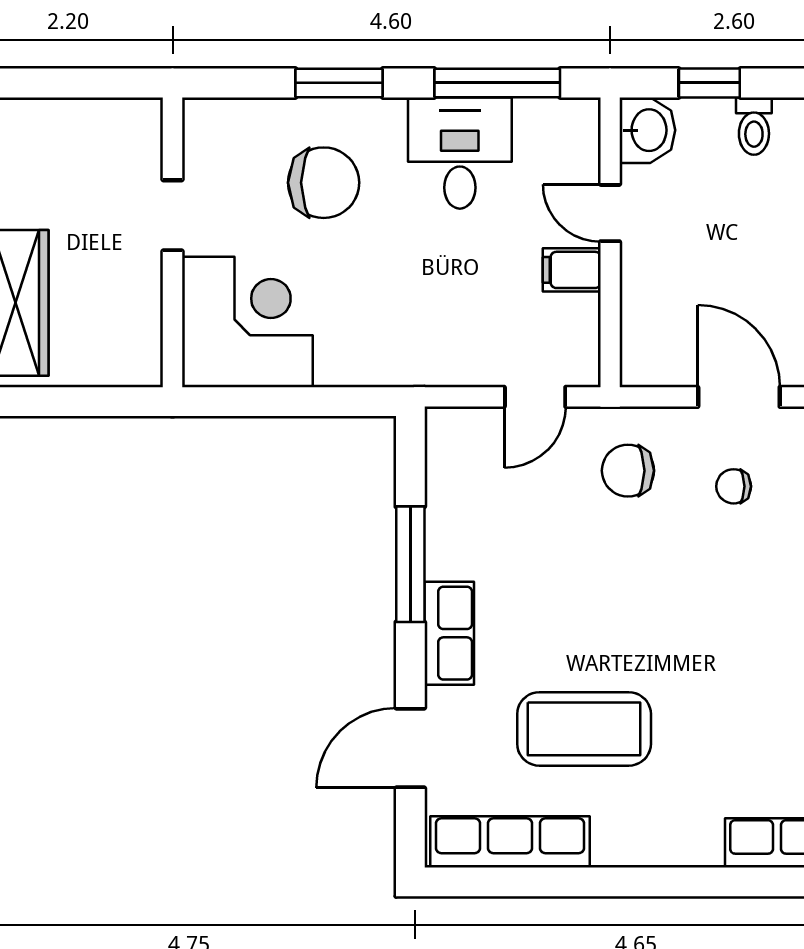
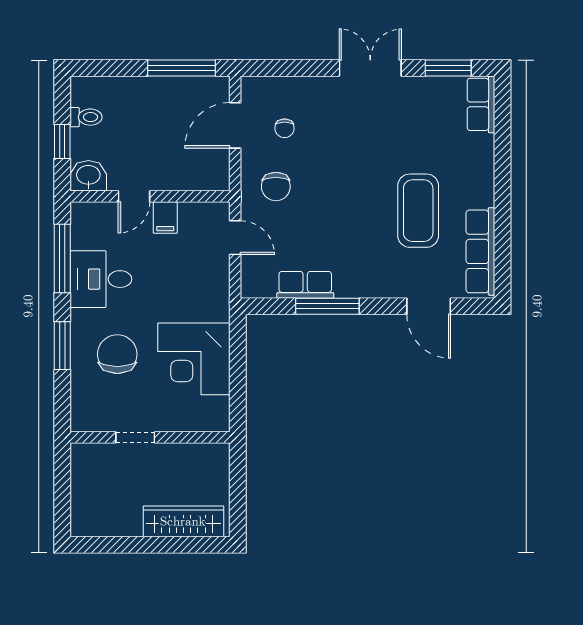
corner desk: (247, 322) -> (194, 359), moved, turned -90
row of seats: (449, 633) -> (305, 285), moved

